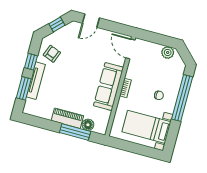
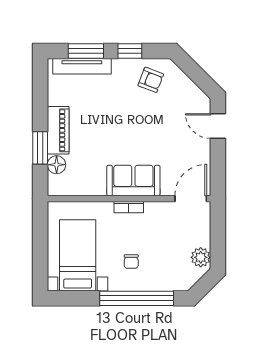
window: (57, 24) -> (198, 75), removed
tv unit: (36, 81) -> (82, 66), moved
sofa: (109, 87) -> (133, 180), width x0.73
window: (75, 132) -> (40, 148), width x0.69

